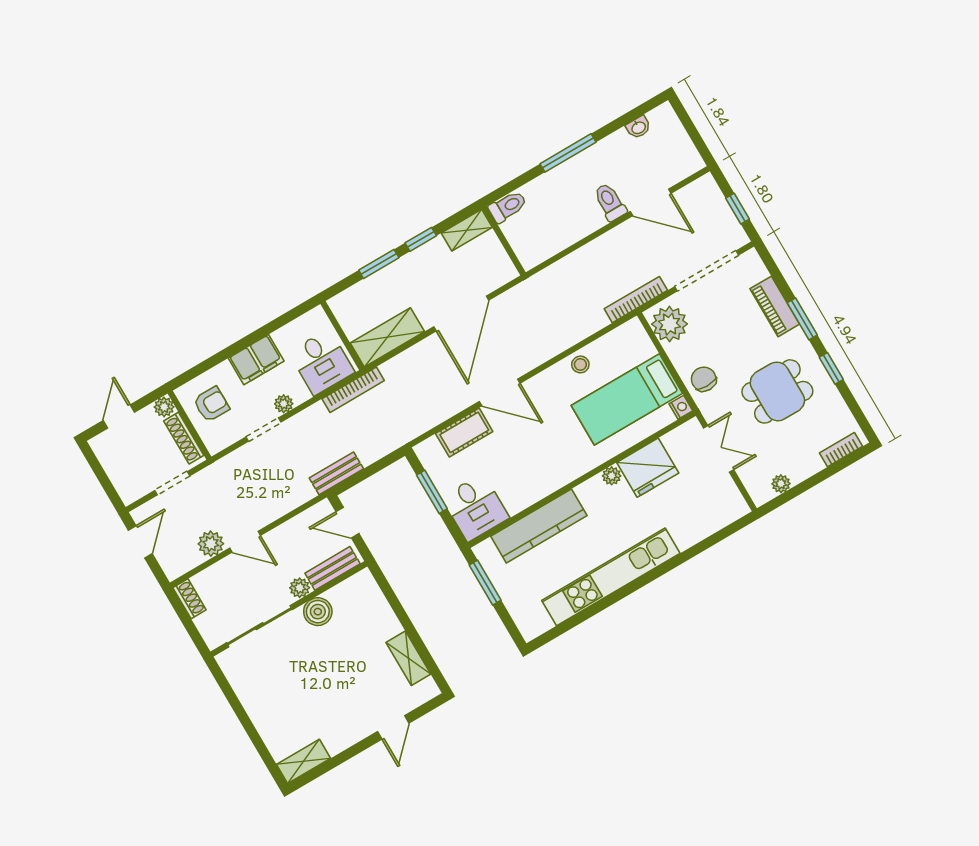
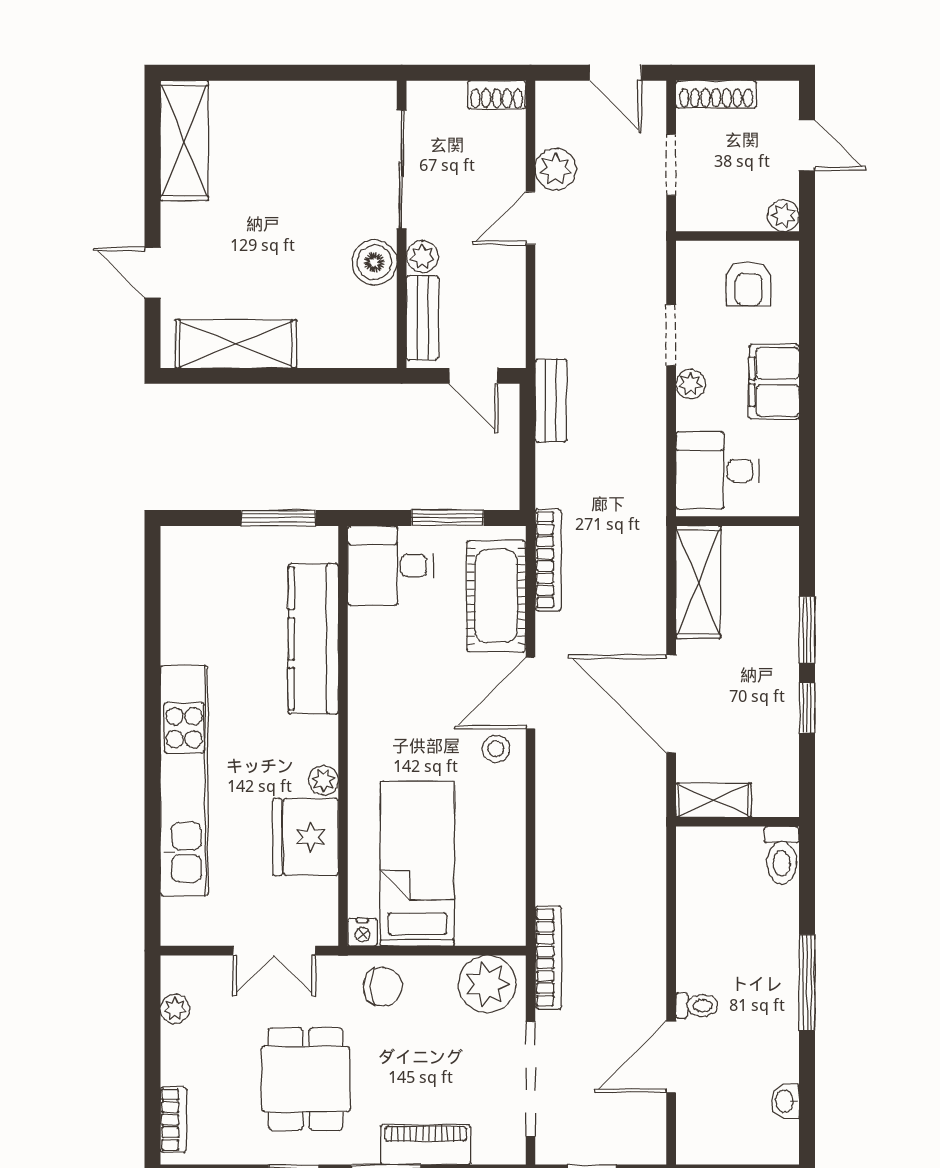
toilet: (610, 202) -> (697, 1006), width x0.73, depth x0.72
shelving: (467, 230) -> (714, 800), moved, turned 90
stool: (580, 364) -> (496, 749), moved
bookcase: (353, 390) -> (548, 560), moved, turned 180
cot: (464, 432) -> (496, 596), width x1.37, depth x1.34
shoe rack: (184, 438) -> (716, 94), moved, turned 180
door: (347, 523) -> (474, 376), swing flipped
kitchen unit: (611, 577) -> (184, 781), moved
shelving: (408, 658) -> (236, 344), width x1.50, depth x1.33
shelving: (304, 761) -> (184, 141), width x1.50, depth x1.33

